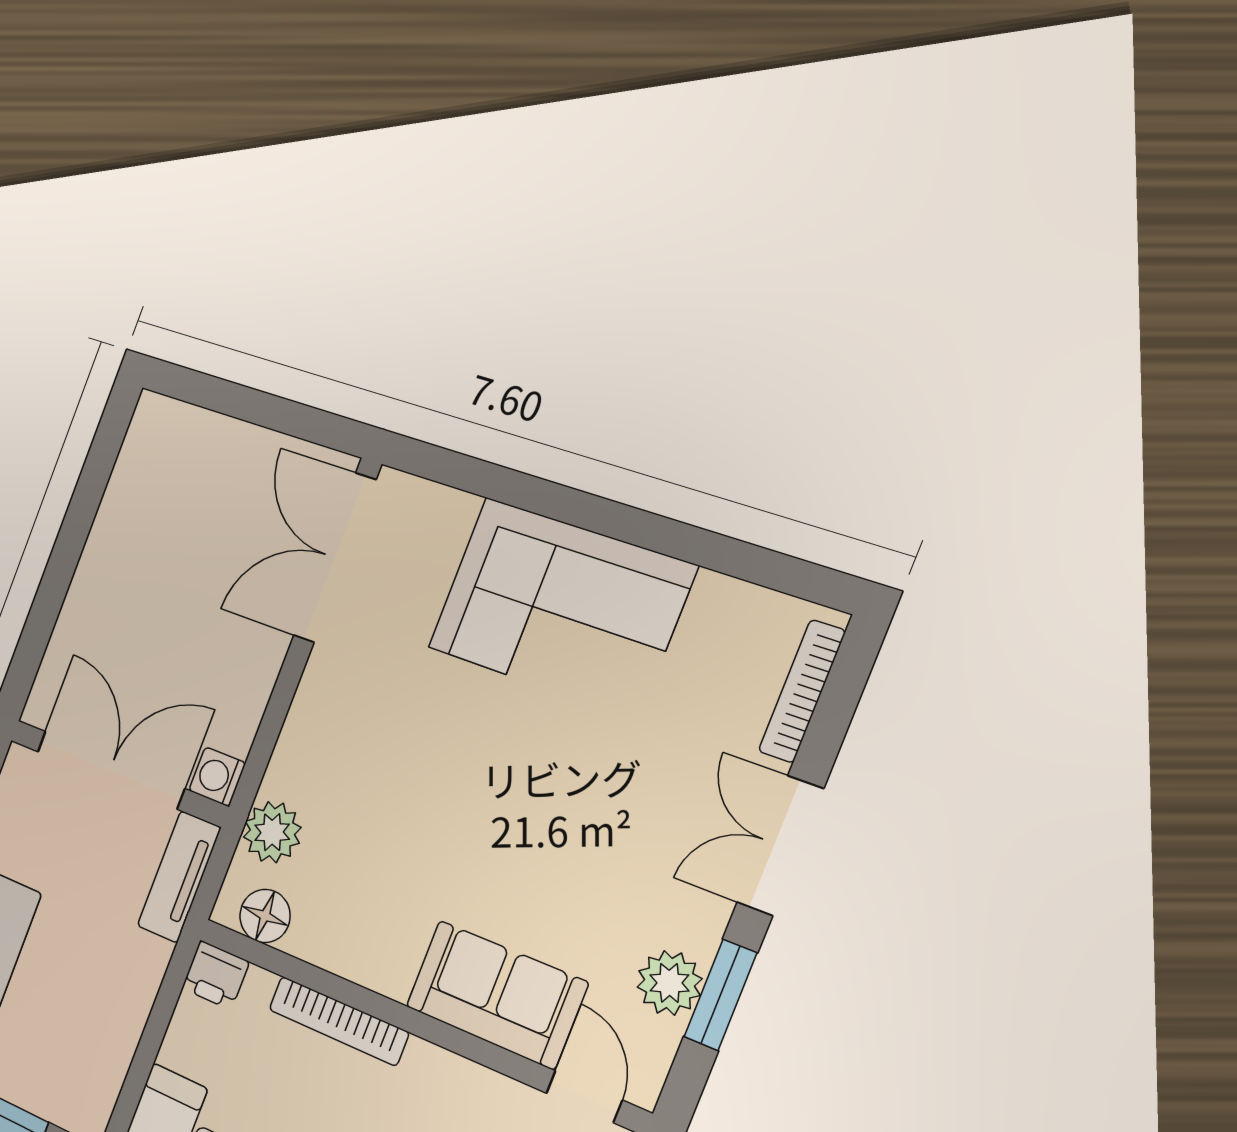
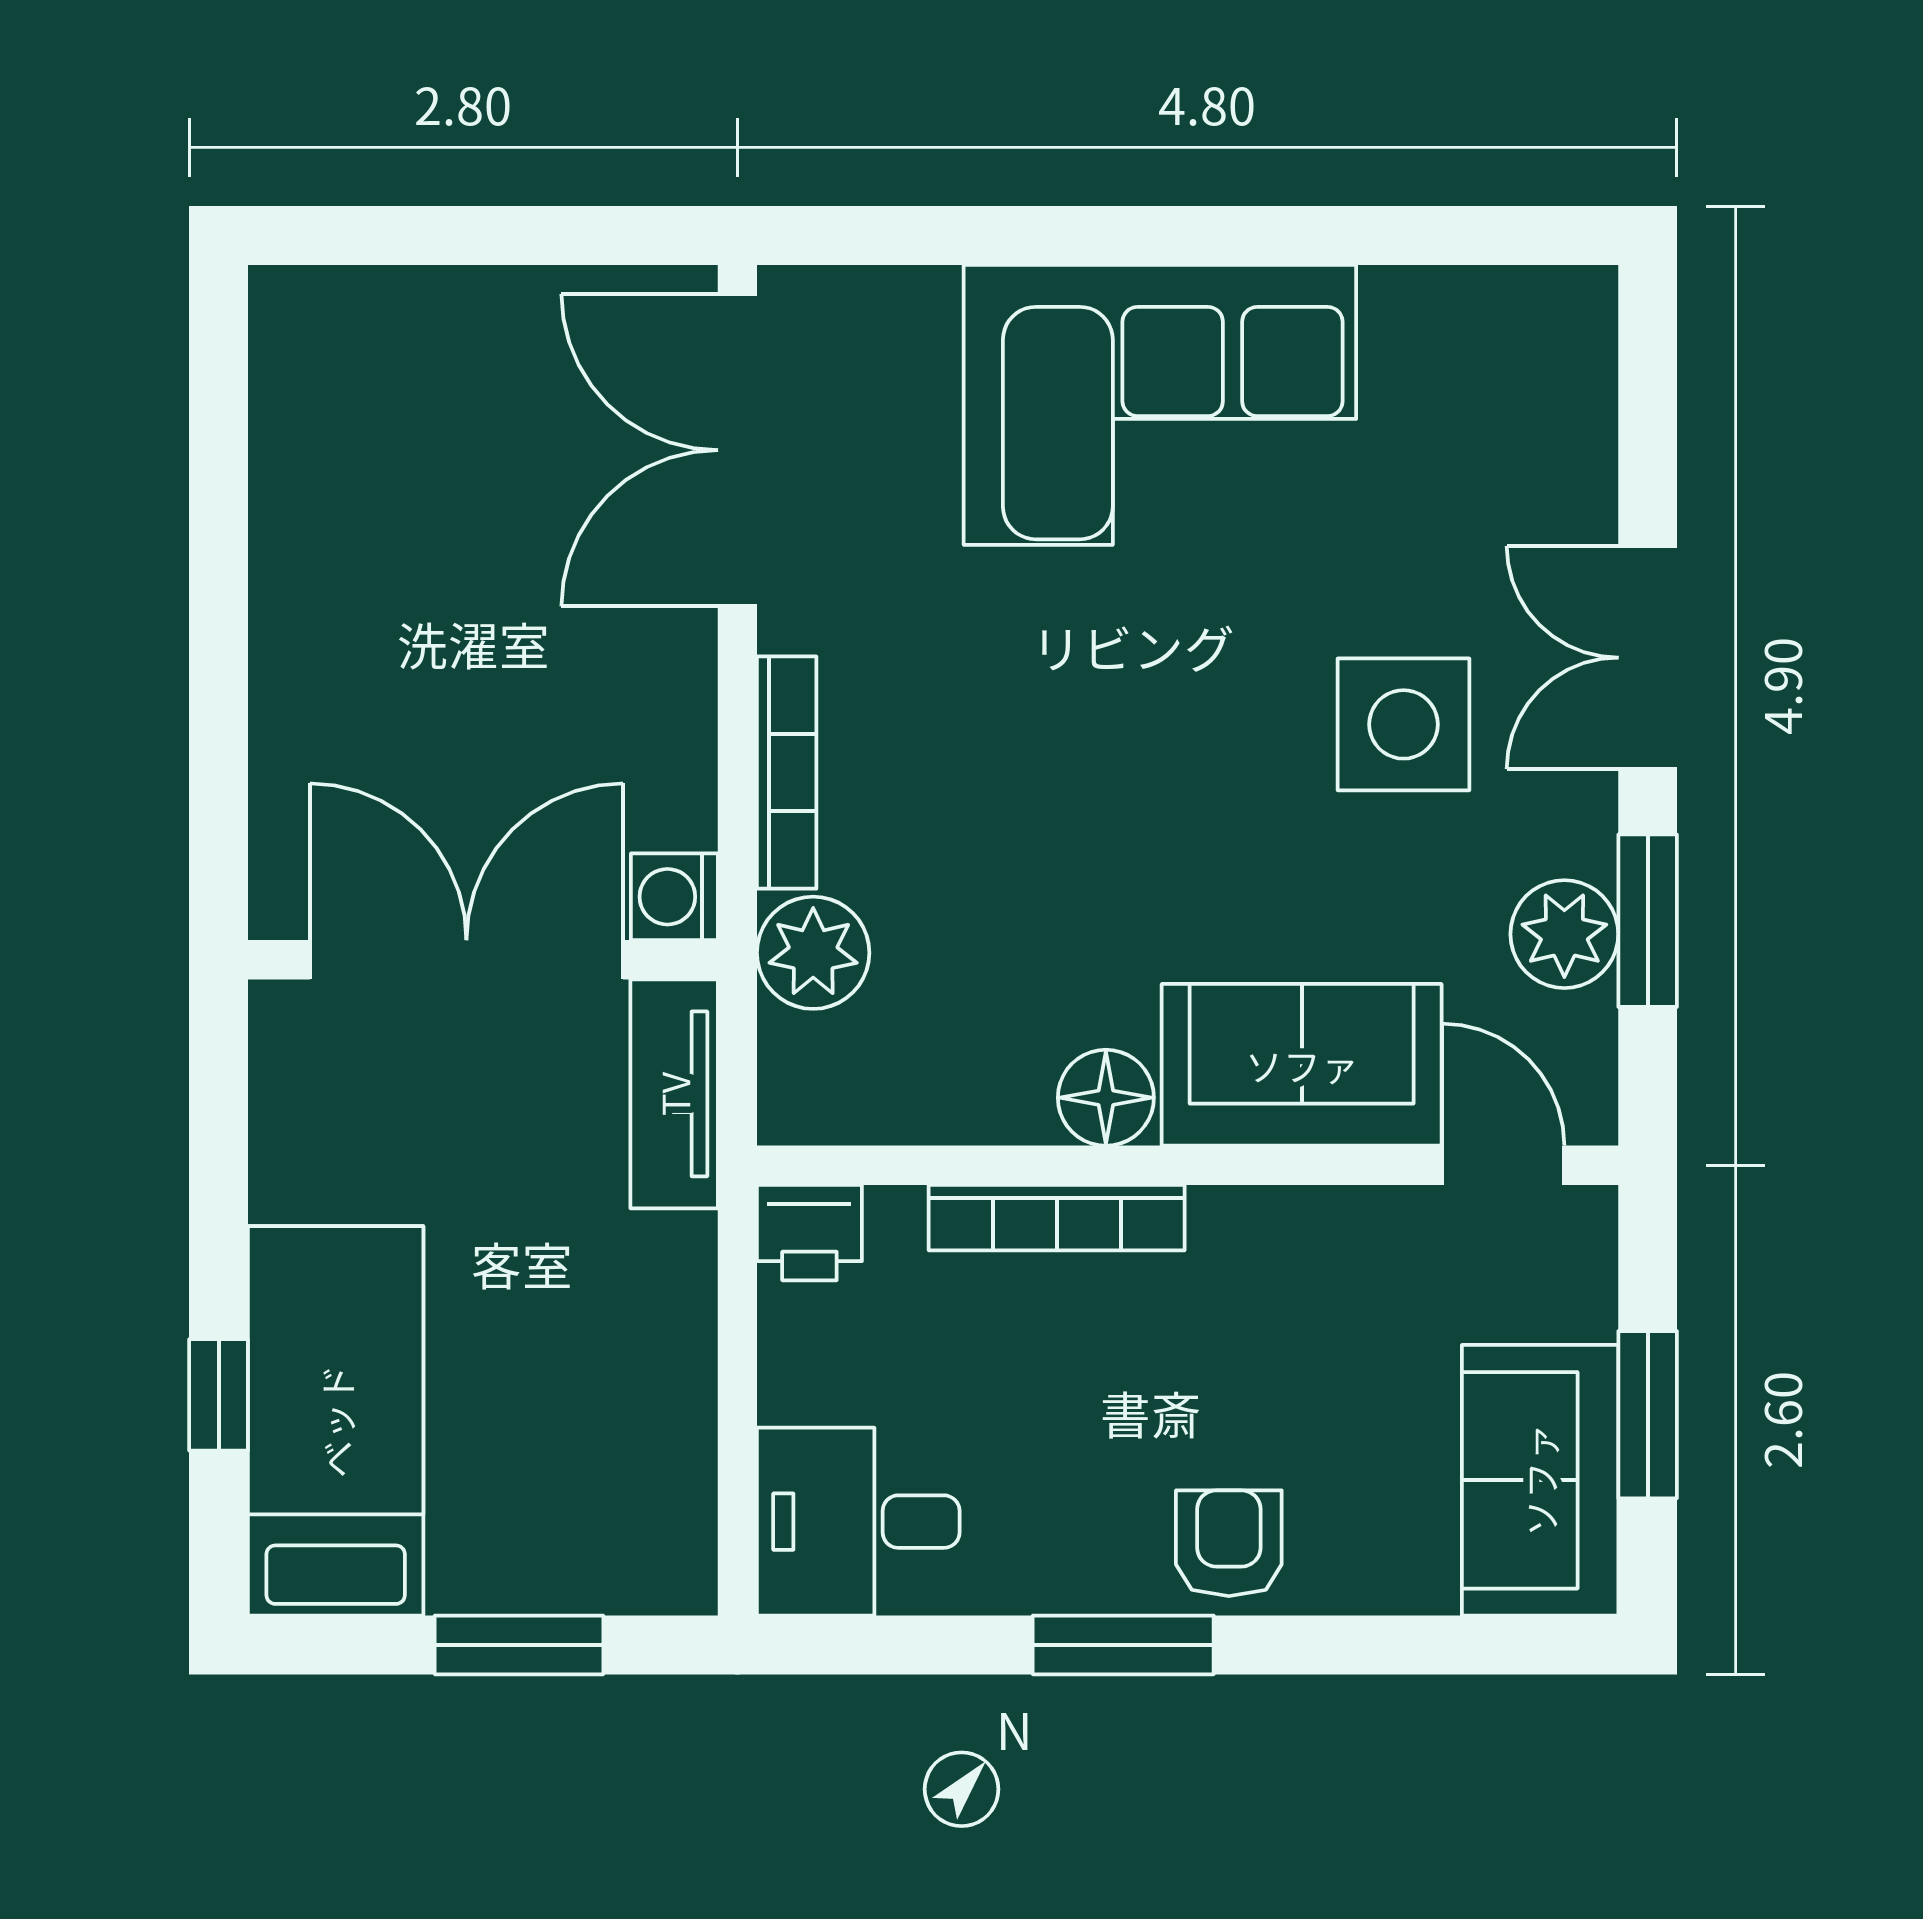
bookcase: (802, 691) -> (787, 773), moved, turned 180
side table: (625, 831) -> (1403, 724), added
floor lamp: (265, 916) -> (1106, 1098), moved

